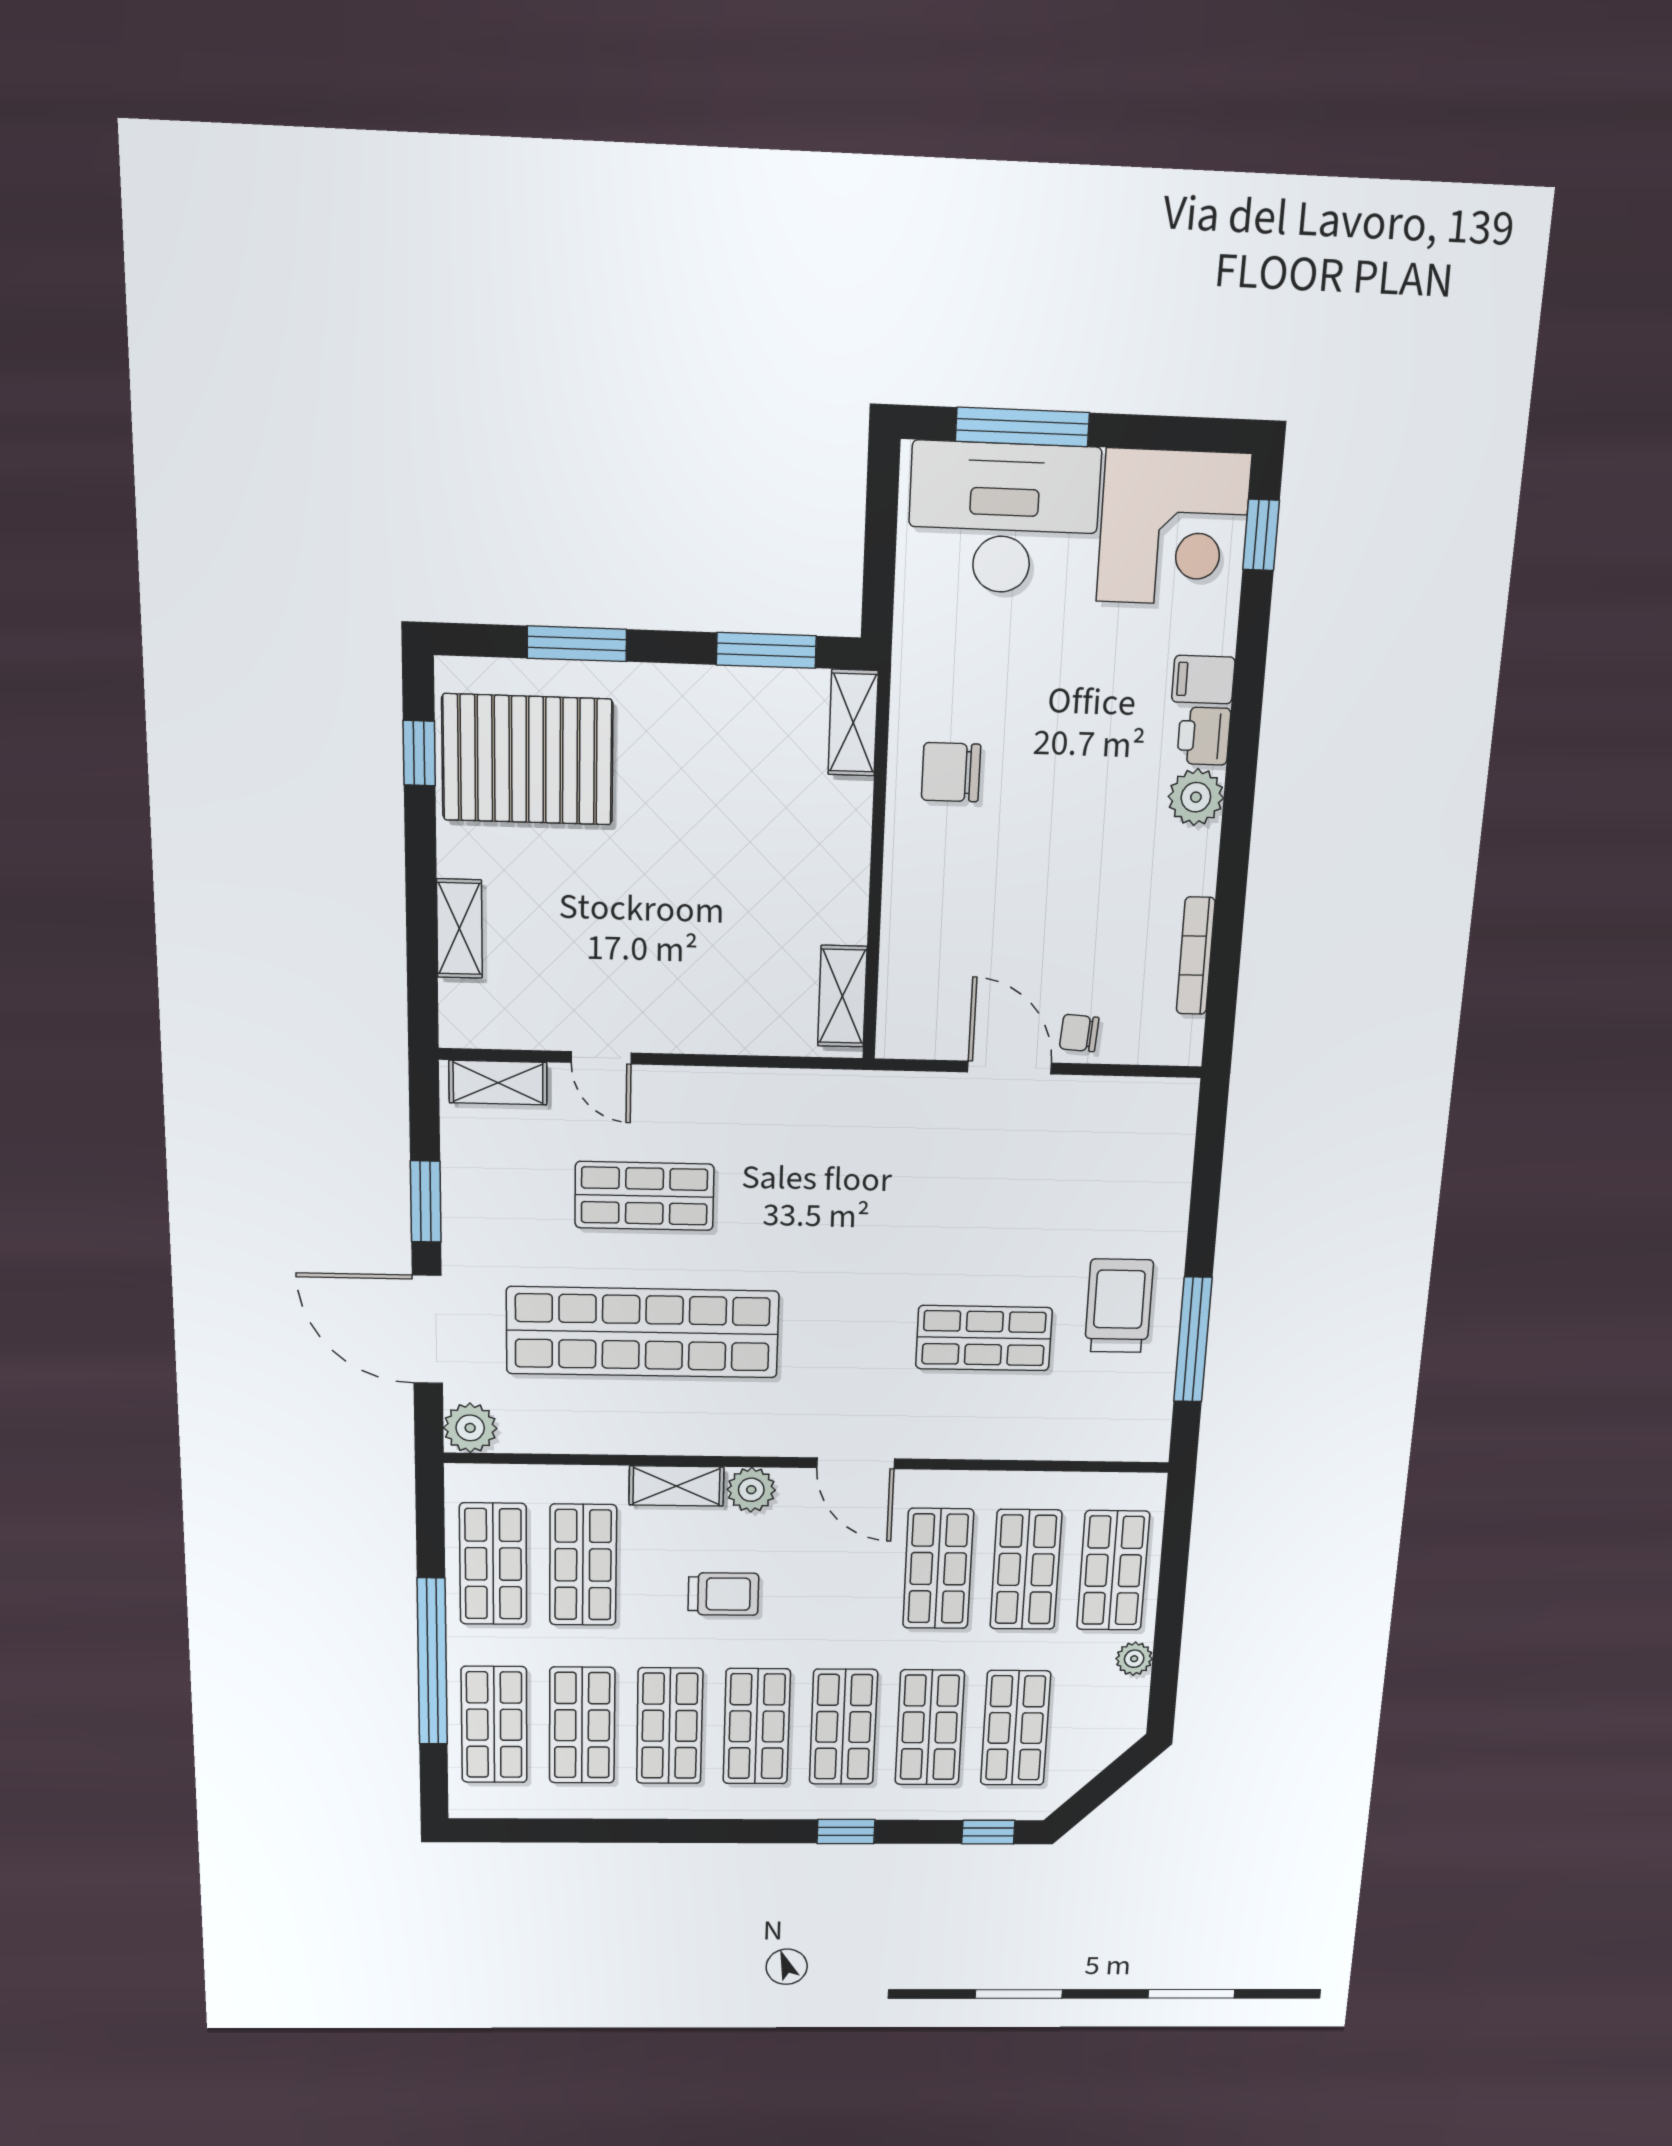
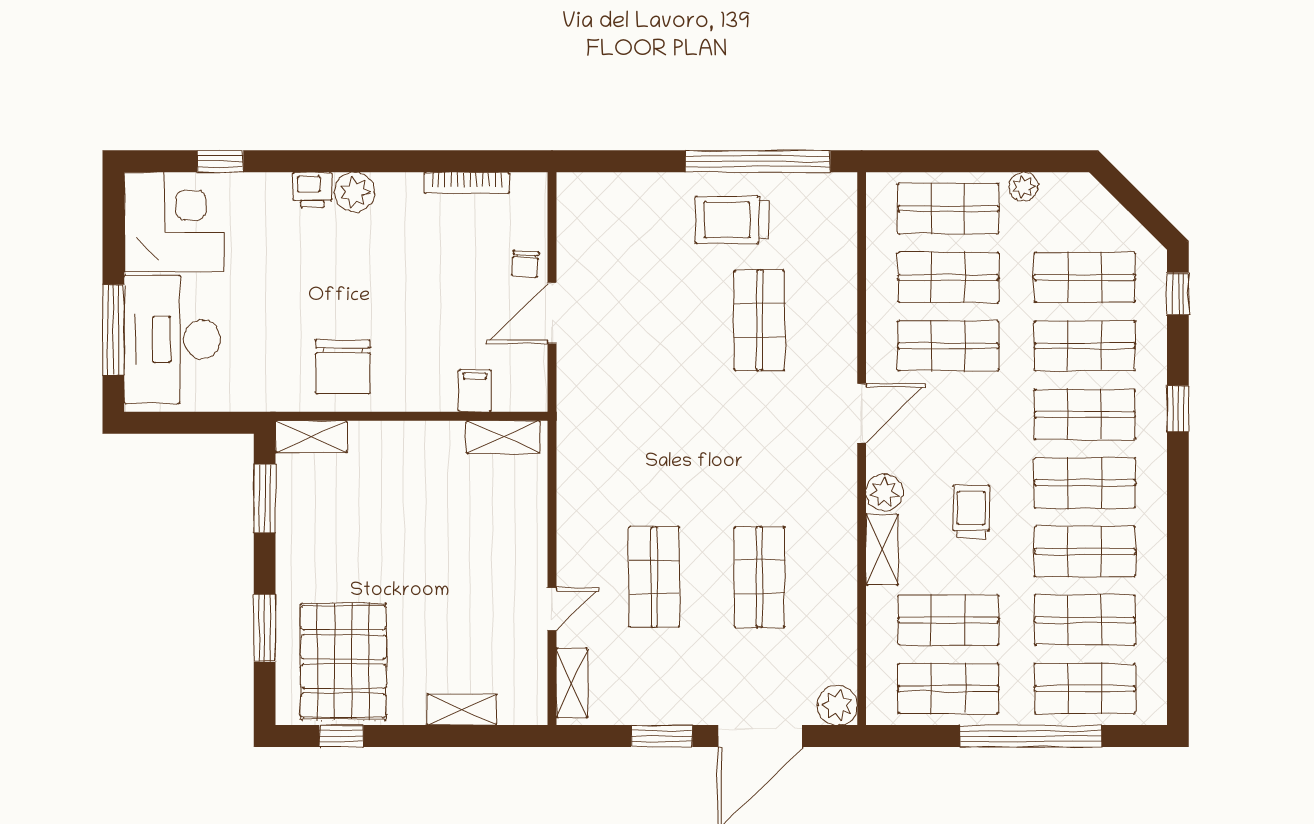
window: (1261, 535) -> (220, 161), moved
filing cabinet: (1203, 680) -> (475, 391), moved, turned 180
chair: (951, 772) -> (343, 367), width x1.37, depth x1.37
shop shelf: (643, 1332) -> (759, 577), width x0.50, depth x0.74
window: (1193, 1340) -> (758, 161), width x1.46

